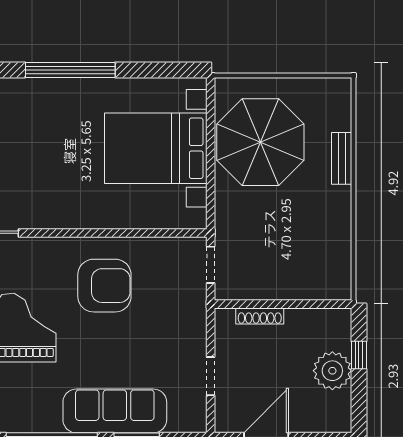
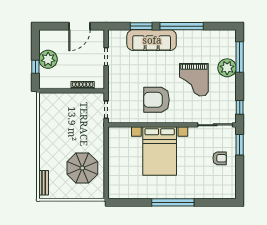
parasol: (260, 142) -> (82, 168), width x0.73, depth x0.73
bed with nightstands: (156, 148) -> (160, 151), moved, turned 90
bench: (342, 158) -> (44, 183), moved

